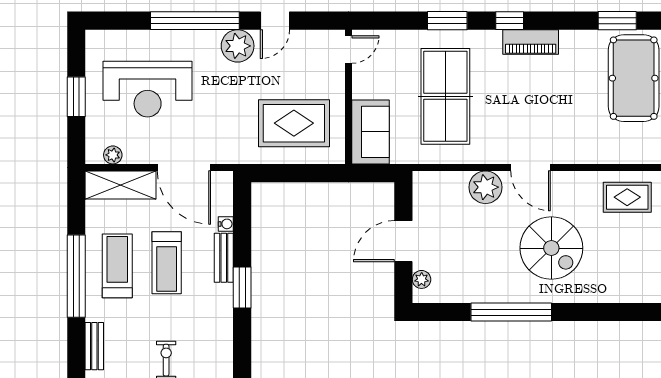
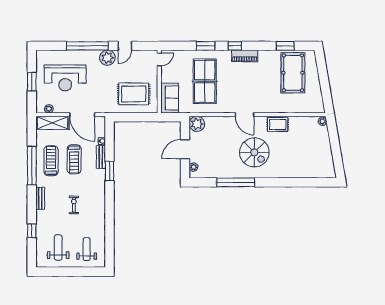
plant: (485, 187) -> (197, 124), moved
rug: (627, 197) -> (278, 125), moved

